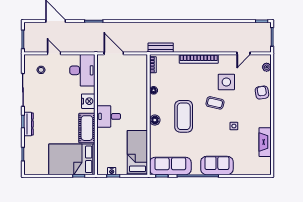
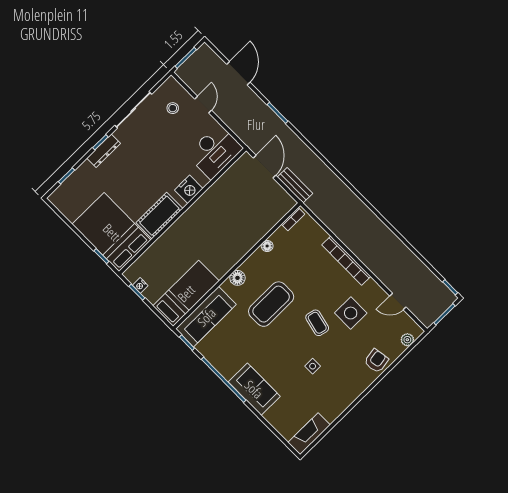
bench: (161, 48) -> (295, 185), moved
desk: (109, 116) -> (194, 226), removed
fireplace: (265, 142) -> (309, 434), moved
sofa: (170, 166) -> (206, 317), moved, turned 90

